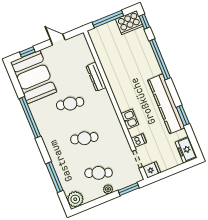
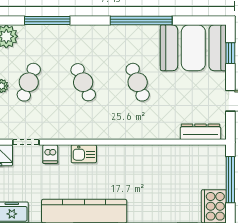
dresser: (96, 77) -> (200, 132), moved
cafe table: (70, 104) -> (138, 82), turned -33
cafe table: (84, 138) -> (83, 82), turned -39

